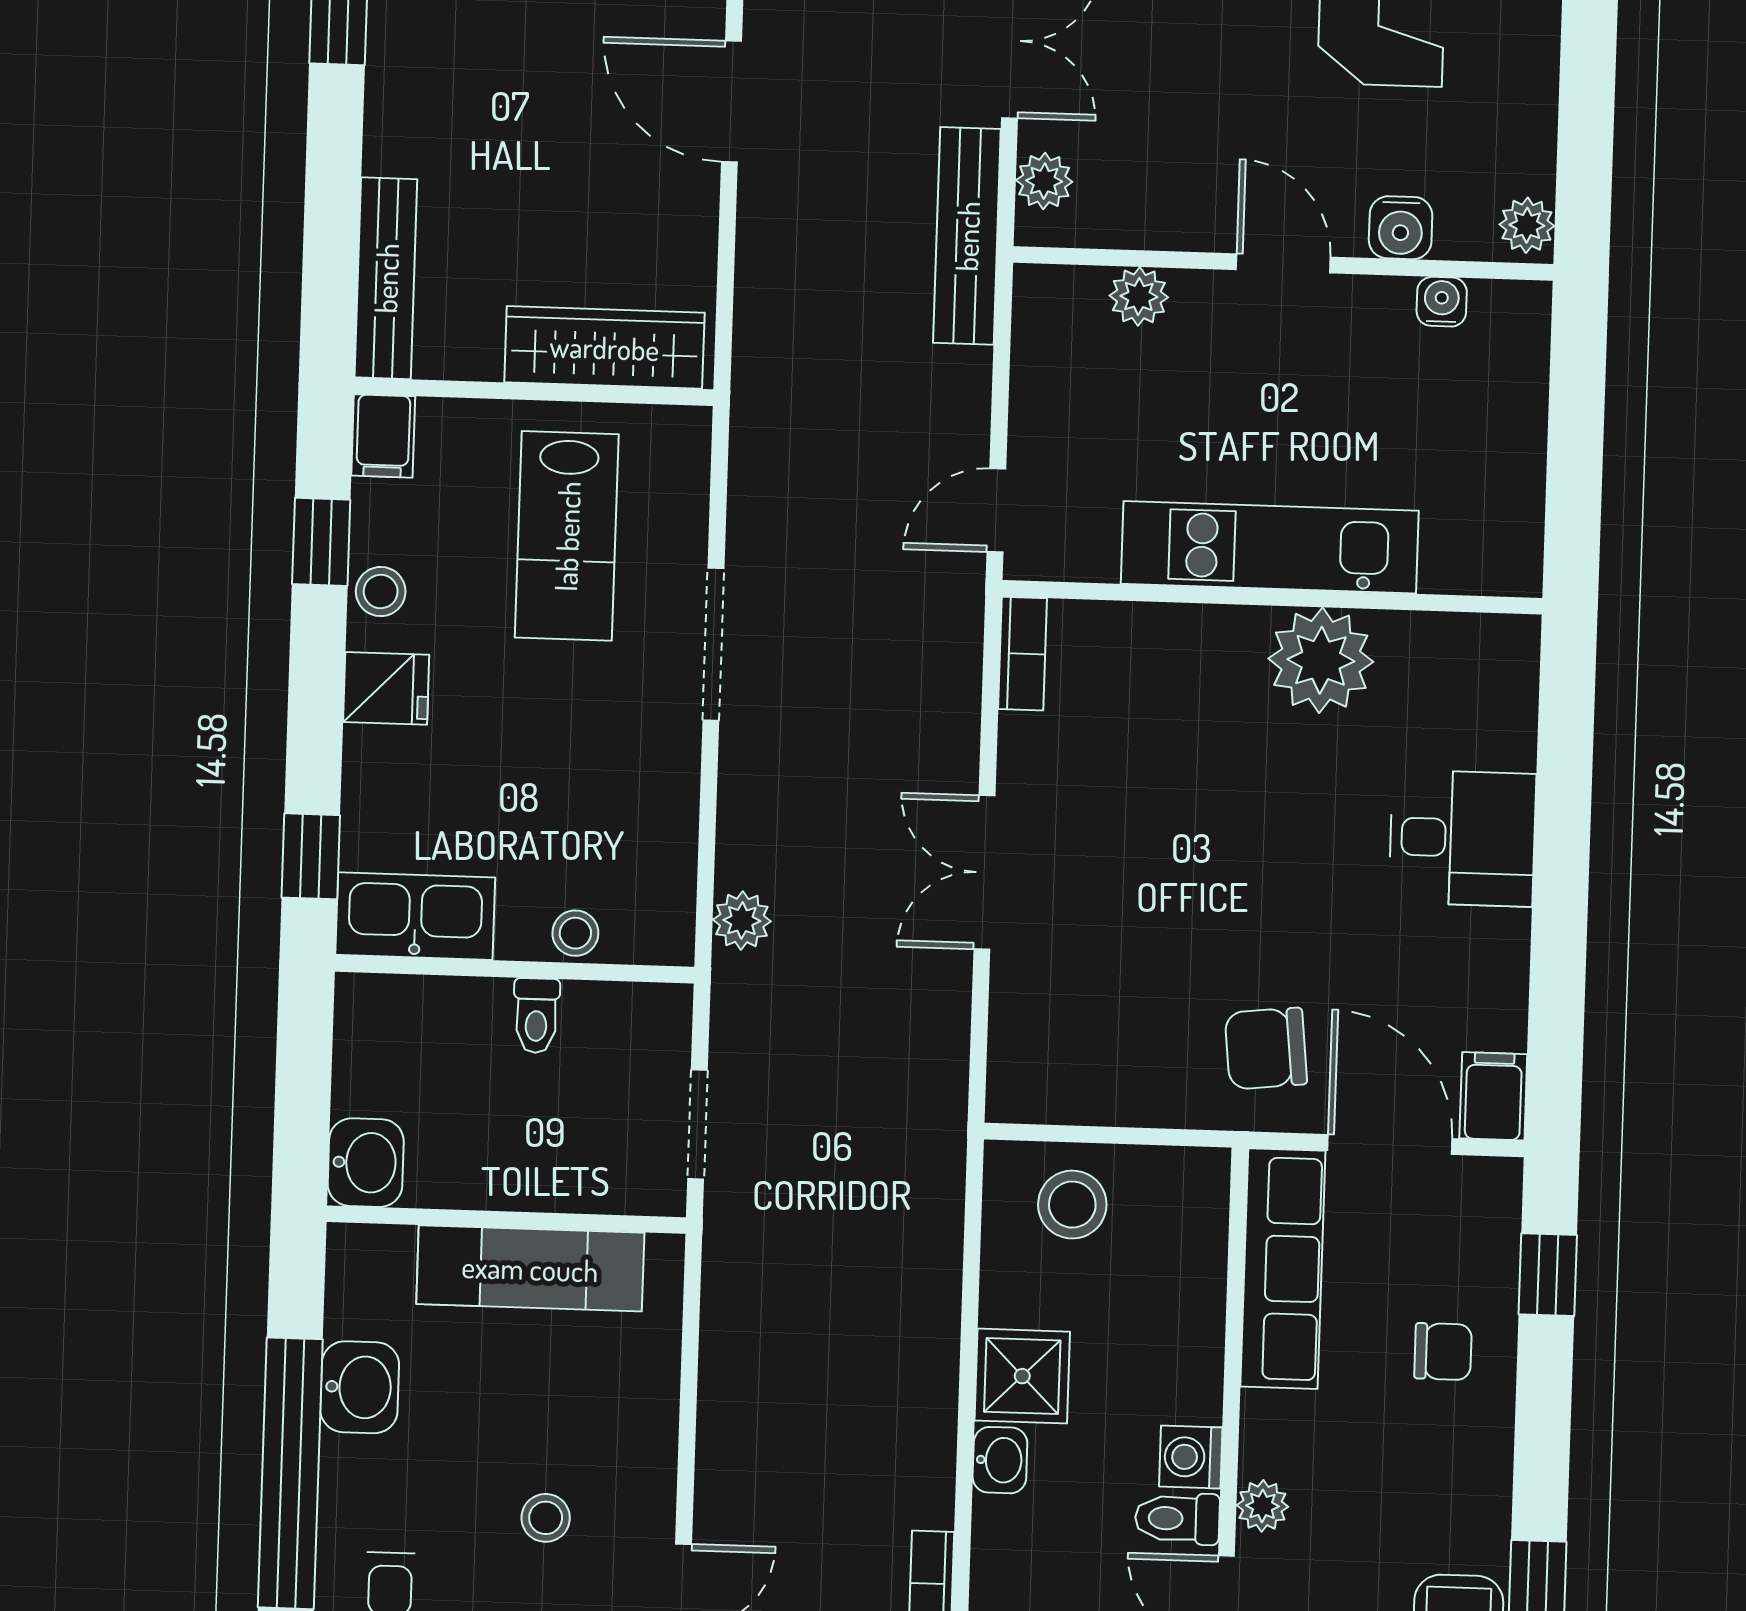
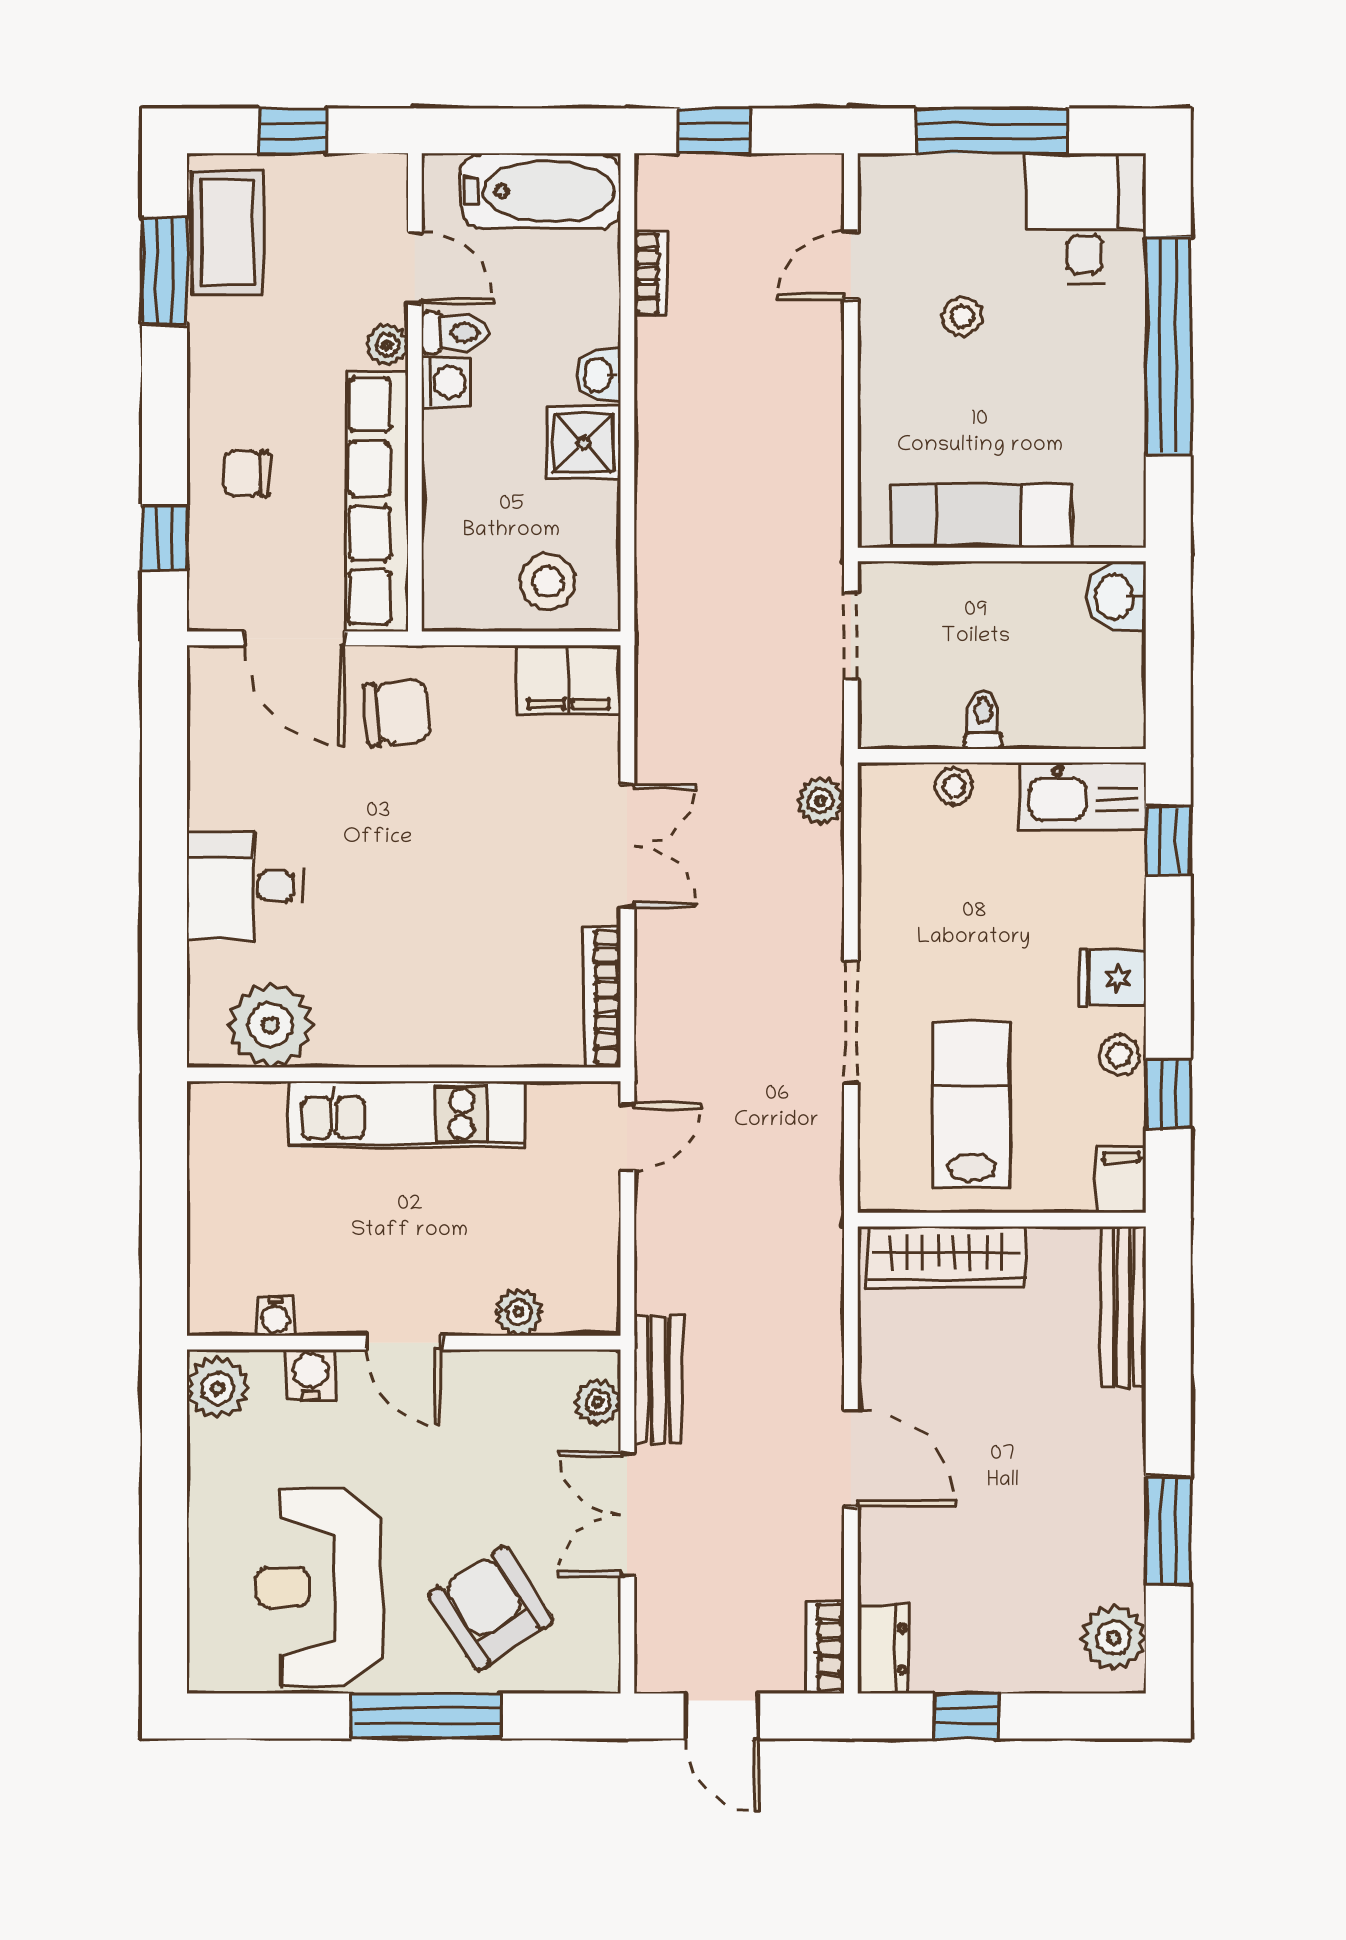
plant: (1527, 225) -> (218, 1388), width x1.38, depth x1.38
bench: (967, 236) -> (658, 1379), width x0.73
bookcase: (1023, 654) -> (603, 997), width x1.56
plant: (1321, 660) -> (270, 1025), moved
filing cabinet: (1493, 1096) -> (569, 680), moved, width x2.00
row of seats: (1283, 1269) -> (377, 501), width x1.36
washbasin: (360, 1387) -> (1115, 416), removed

